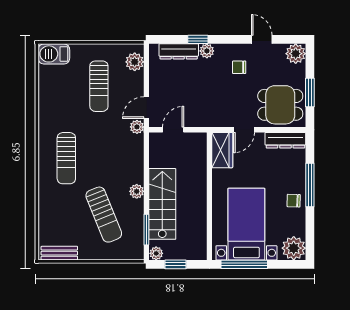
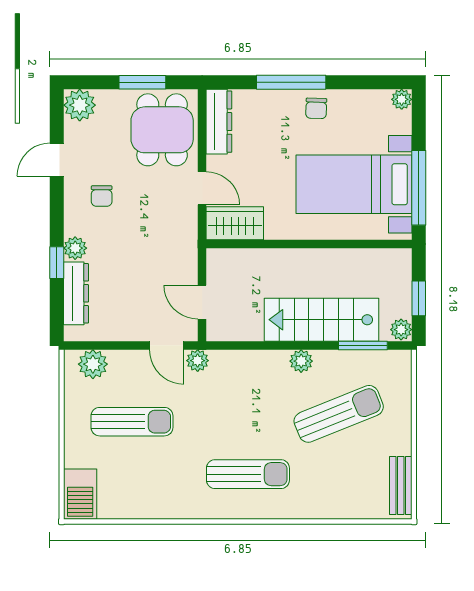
plant: (294, 248) -> (402, 99), width x0.53, depth x0.53

